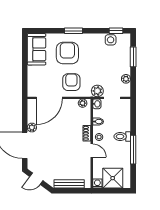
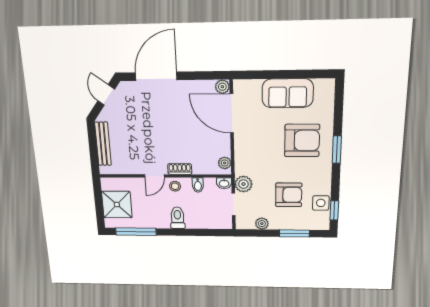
sofa: (36, 49) -> (288, 93), moved
armchair: (71, 82) -> (289, 195), moved
plant: (32, 128) -> (222, 87), moved
window: (133, 150) -> (136, 232), moved
washing machine: (97, 183) -> (107, 184), removed

